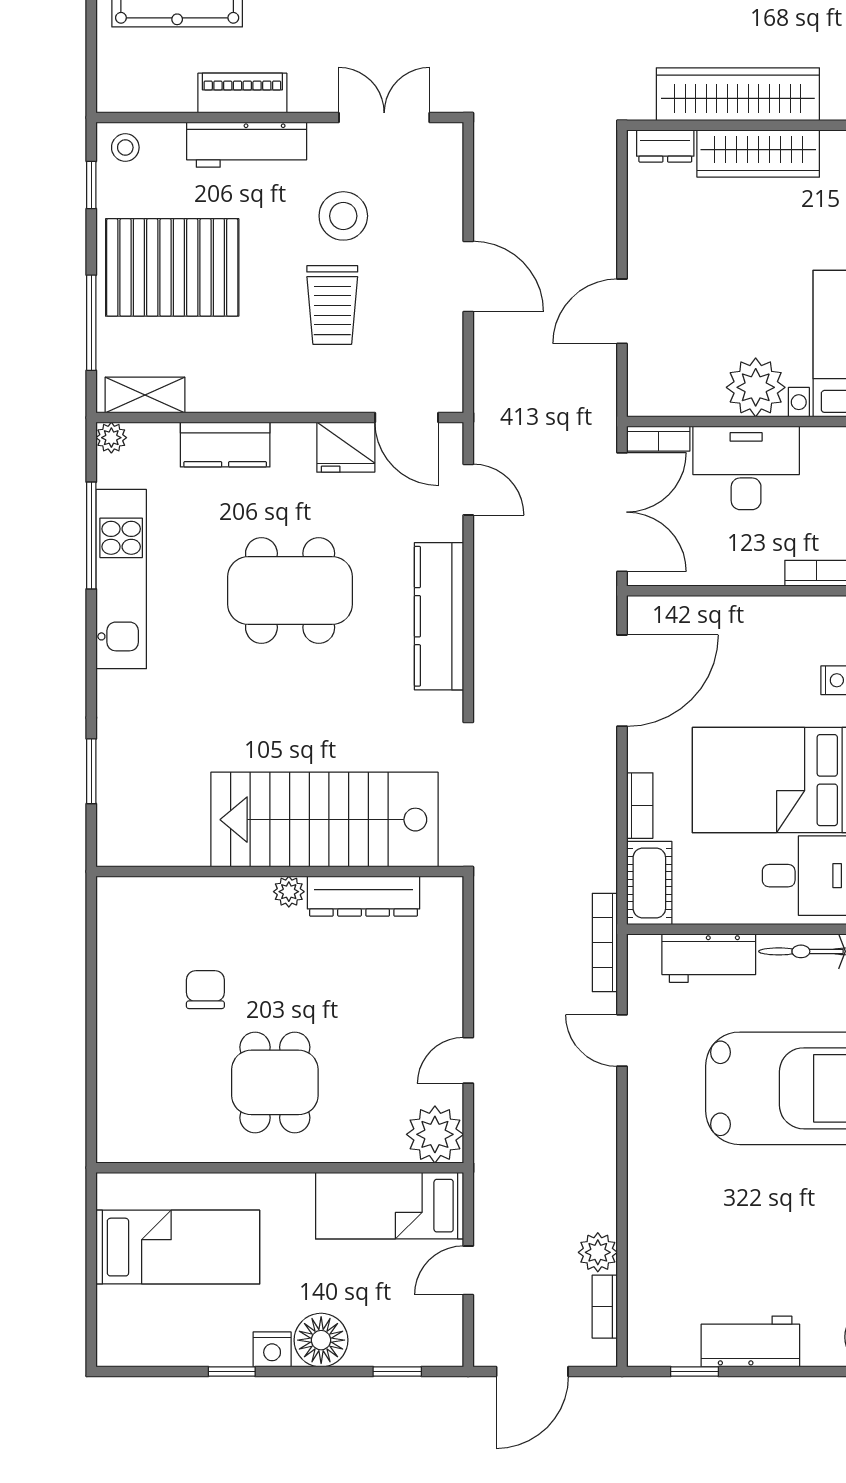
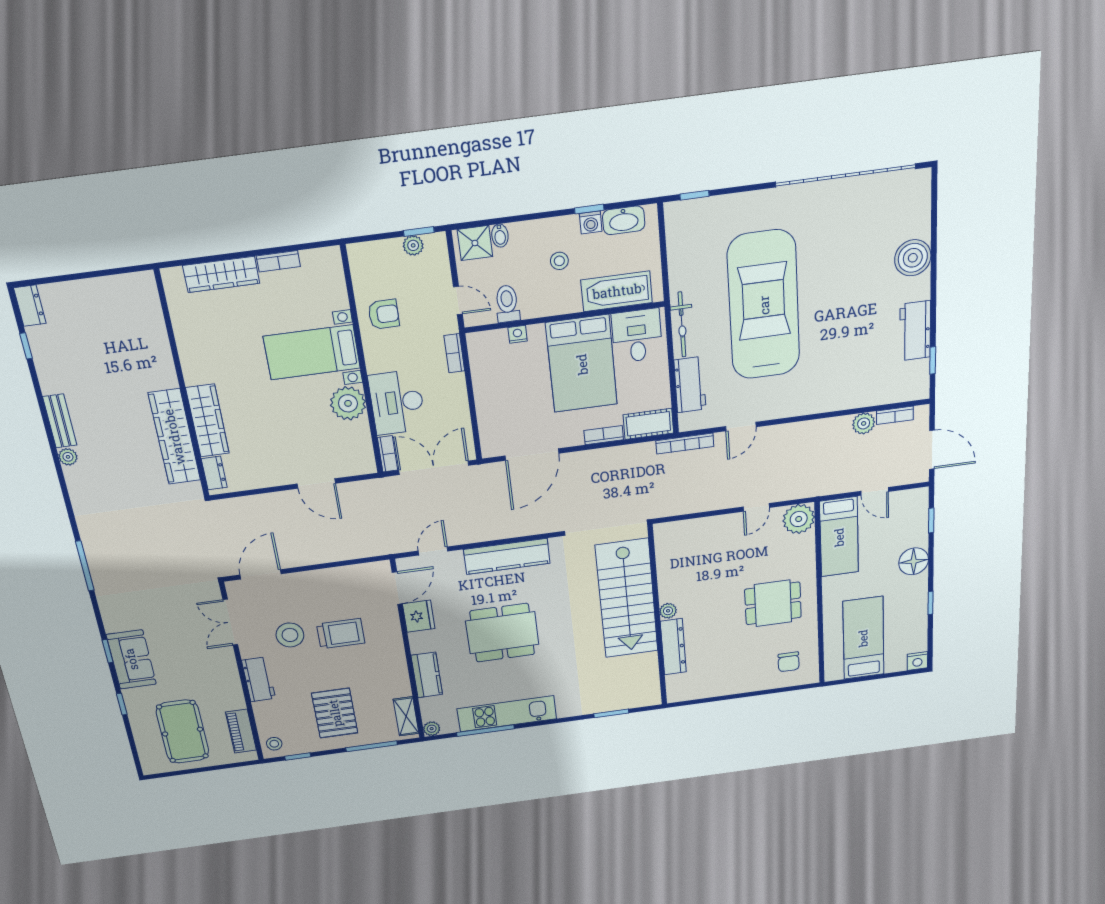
piano: (242, 93) -> (241, 731), moved
workbench: (247, 145) -> (259, 679), width x0.73
pallet: (172, 267) -> (335, 713), width x0.73, depth x0.71
door: (468, 277) -> (261, 574), moved
dining table: (290, 590) -> (502, 633), turned 90
door: (622, 681) -> (532, 455), swing flipped
dresser: (364, 896) -> (673, 647), moved
chair: (205, 990) -> (789, 662), moved, turned -90
door: (468, 1060) -> (756, 507), hinge flipped
nightstand: (272, 1349) -> (917, 661), moved, turned 90

